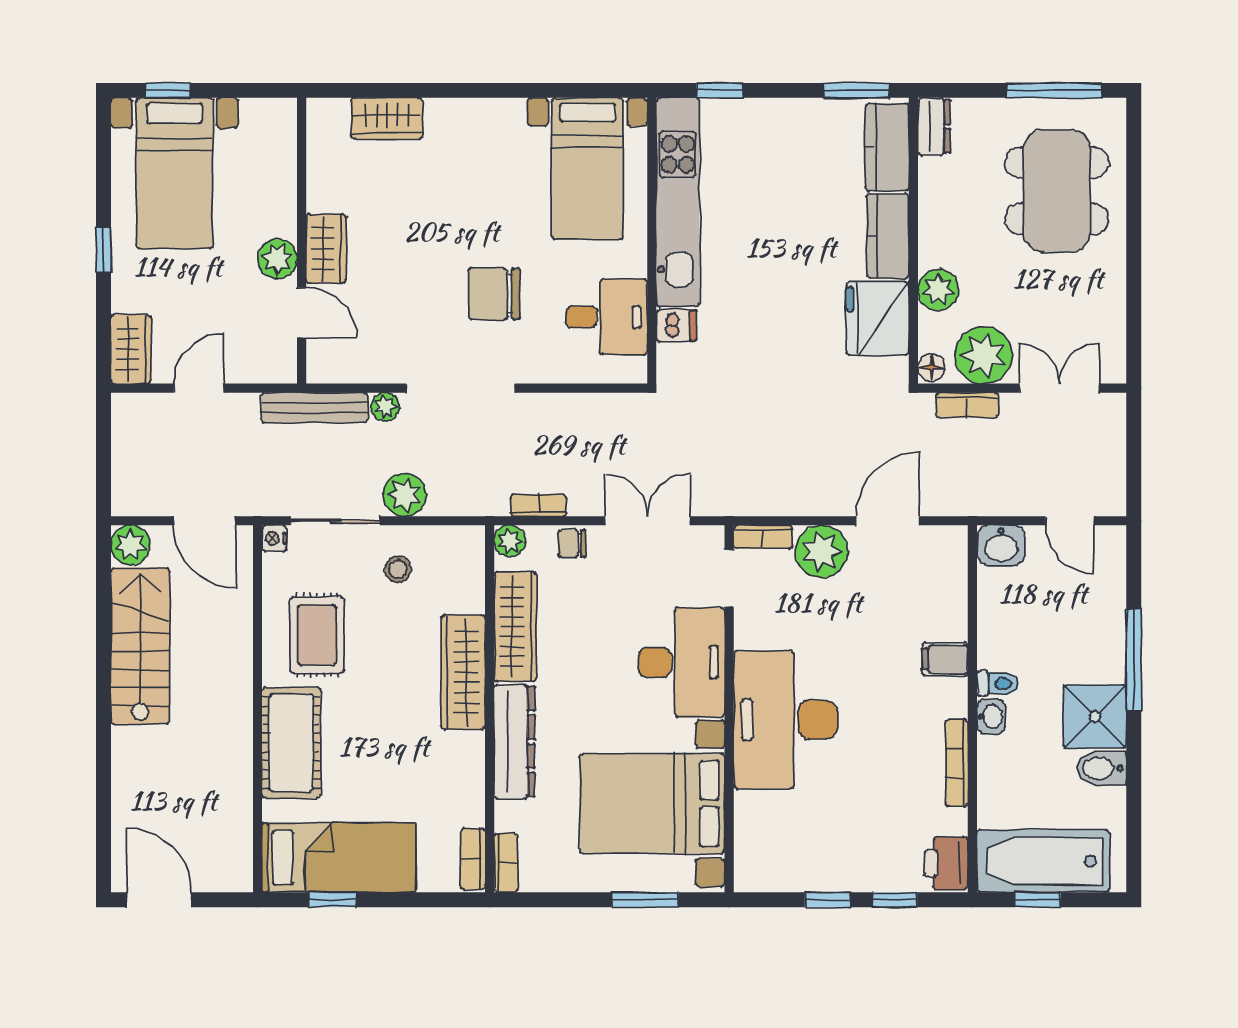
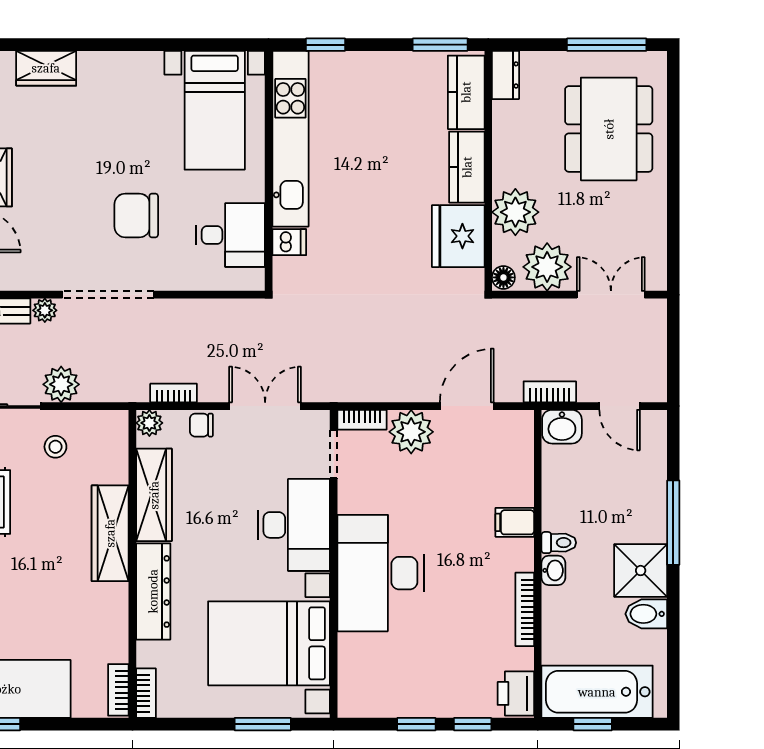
plant: (938, 290) -> (515, 212), width x1.36, depth x1.36
bookcase: (967, 405) -> (550, 392), moved, turned 180

